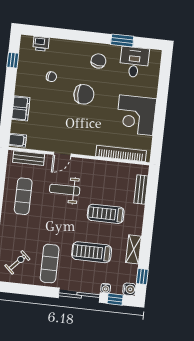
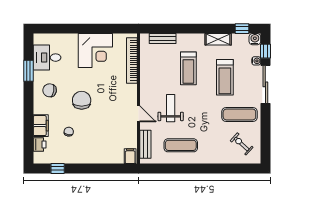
filing cabinet: (21, 108) -> (41, 126), moved, turned 90
weight bench: (65, 190) -> (171, 108), turned 180

